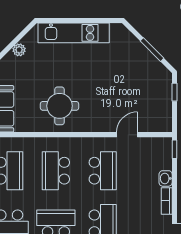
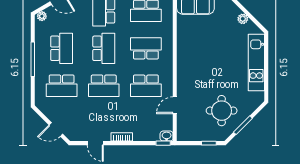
round table: (60, 106) -> (222, 111), moved
door: (127, 135) -> (175, 105), swing flipped
washbasin: (166, 178) -> (167, 136), moved

